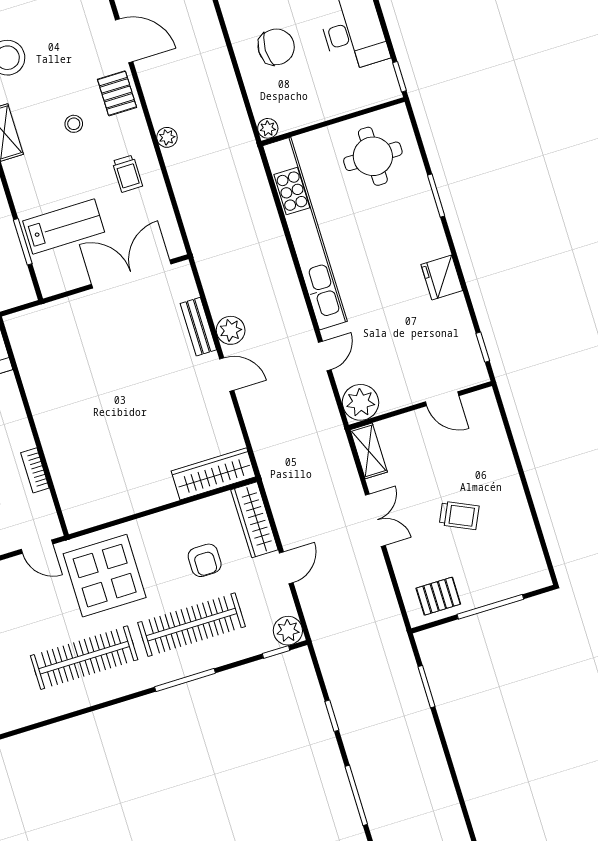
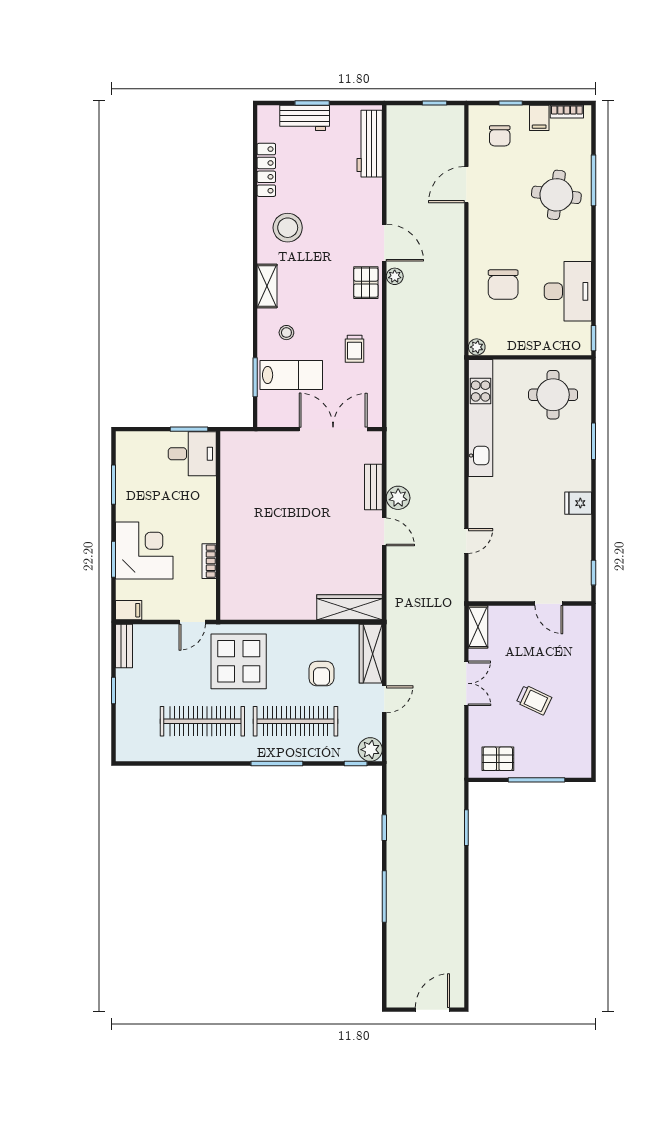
chair: (276, 47) -> (503, 285), turned 90
stool: (74, 124) -> (286, 333), moved
plant: (167, 137) -> (395, 276), moved
kitchen unit: (305, 234) -> (481, 418), width x0.73
fridge: (442, 277) -> (578, 503), width x0.72
plant: (361, 402) -> (483, 587), removed
door: (37, 547) -> (192, 622), hinge flipped

